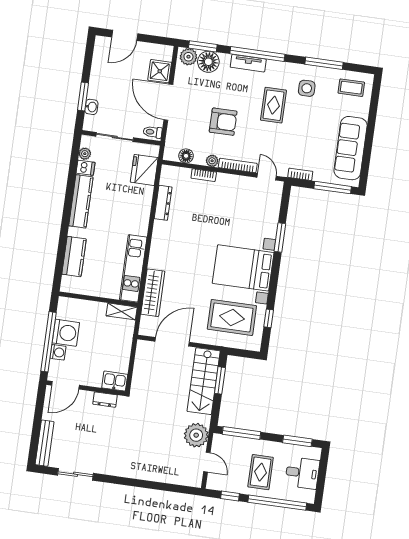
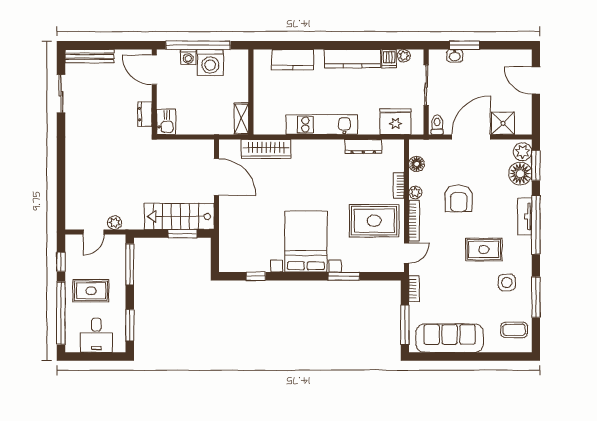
coffee table: (351, 88) -> (514, 330), turned 90
kitchen unit: (133, 268) -> (322, 125), moved
rug: (232, 317) -> (374, 221), moved, turned 90
plant: (196, 435) -> (115, 223), width x0.53, depth x0.53

